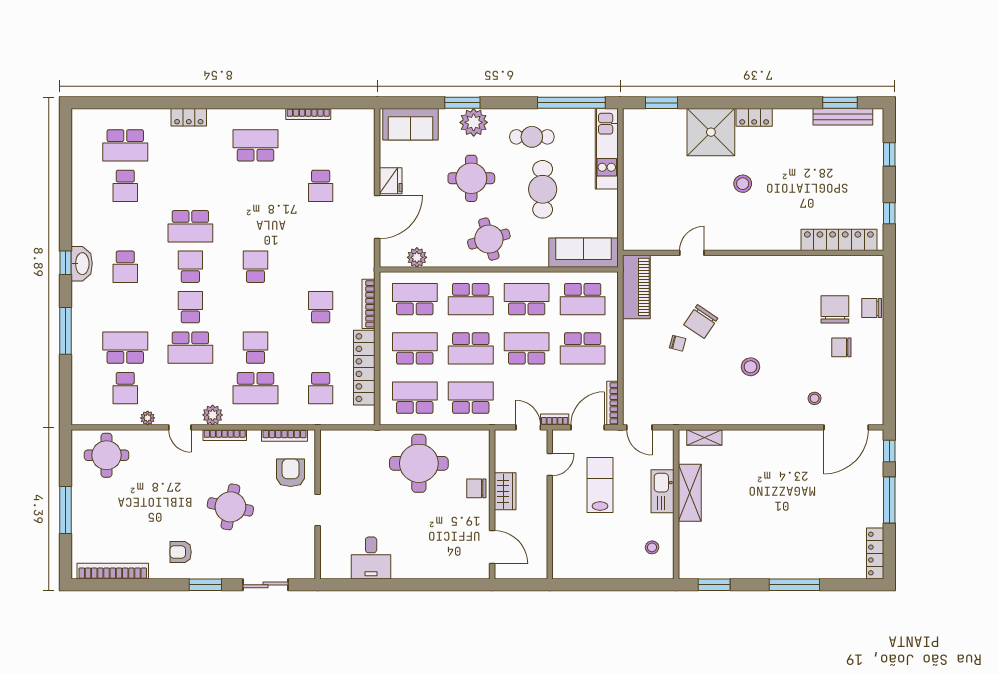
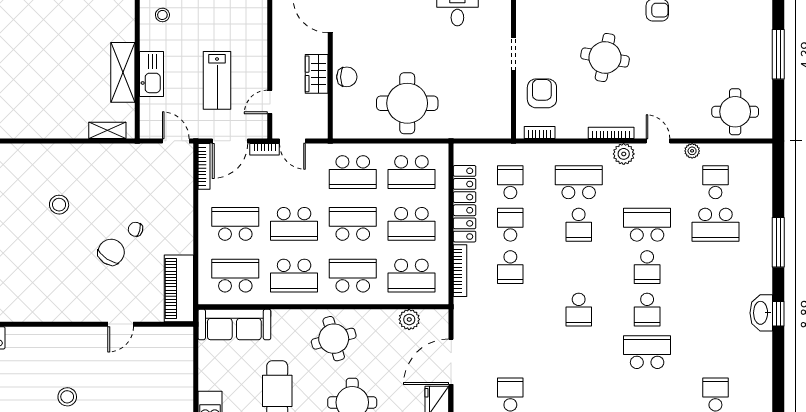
school desk: (125, 267) -> (510, 225), moved
bookcase: (285, 435) -> (540, 133), width x0.64
armchair: (291, 473) -> (542, 93), turned 180

